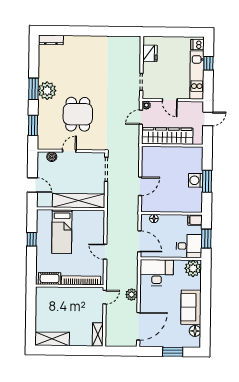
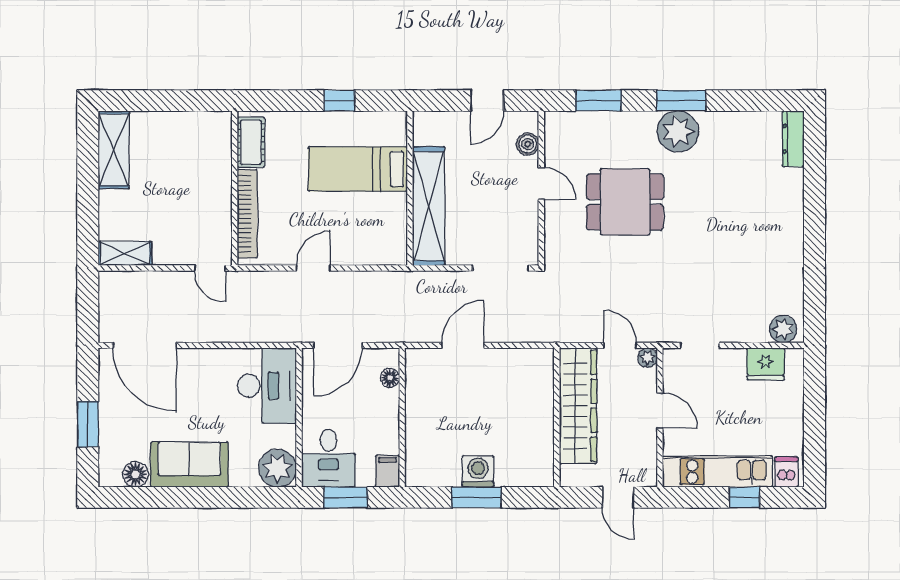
door: (170, 100) -> (660, 410), swing flipped
door: (32, 185) -> (487, 101), moved
door: (140, 186) -> (463, 345), swing flipped
plant: (132, 295) -> (783, 329), moved

